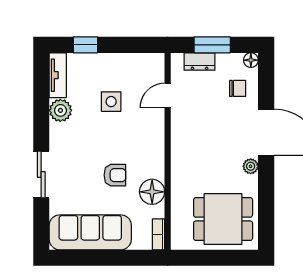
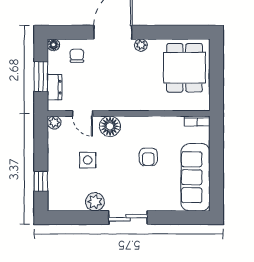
plant: (157, 61) -> (54, 123), added
tv unit: (58, 75) -> (66, 204), removed
sliding door: (41, 174) -> (128, 218), moved
armchair: (115, 175) -> (148, 157), turned 180
floor lamp: (152, 192) -> (110, 126), moved

